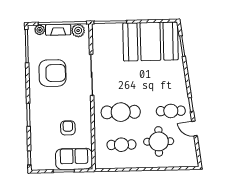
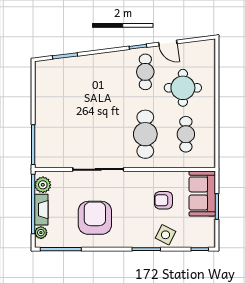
booth: (150, 41) -> (58, 95), removed
door: (194, 129) -> (168, 43), hinge flipped
side table: (40, 130) -> (166, 235), added

